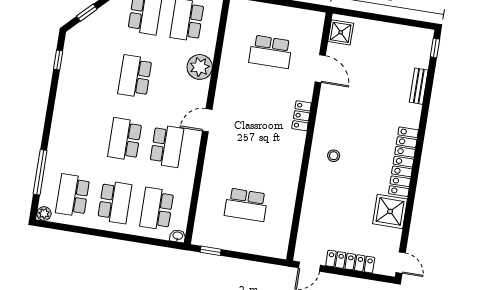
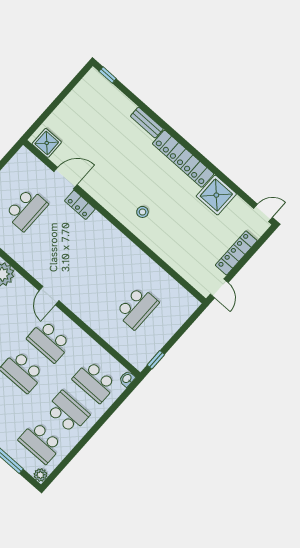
bench: (419, 86) -> (147, 123), moved
locker: (302, 116) -> (80, 205), moved
school desk: (167, 146) -> (49, 341), turned 180

